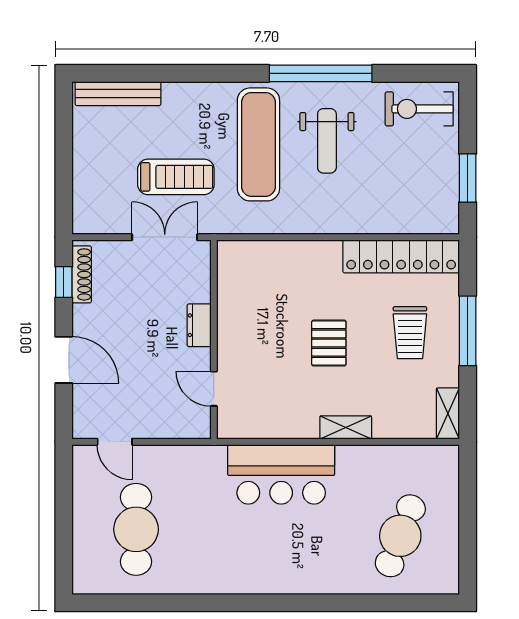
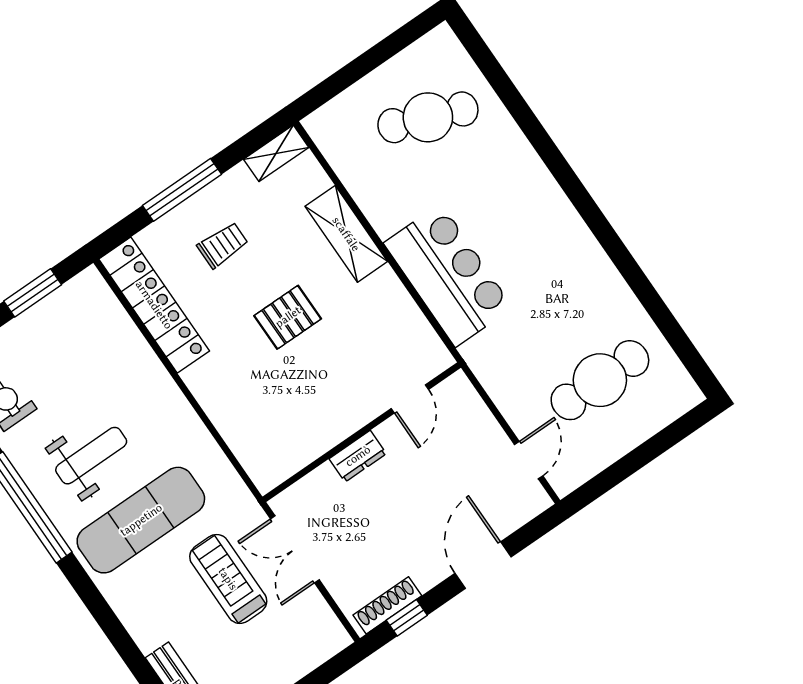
trolley: (410, 333) -> (223, 245), width x0.73, depth x0.72
shelving: (346, 427) -> (346, 234), width x1.50, depth x1.33

